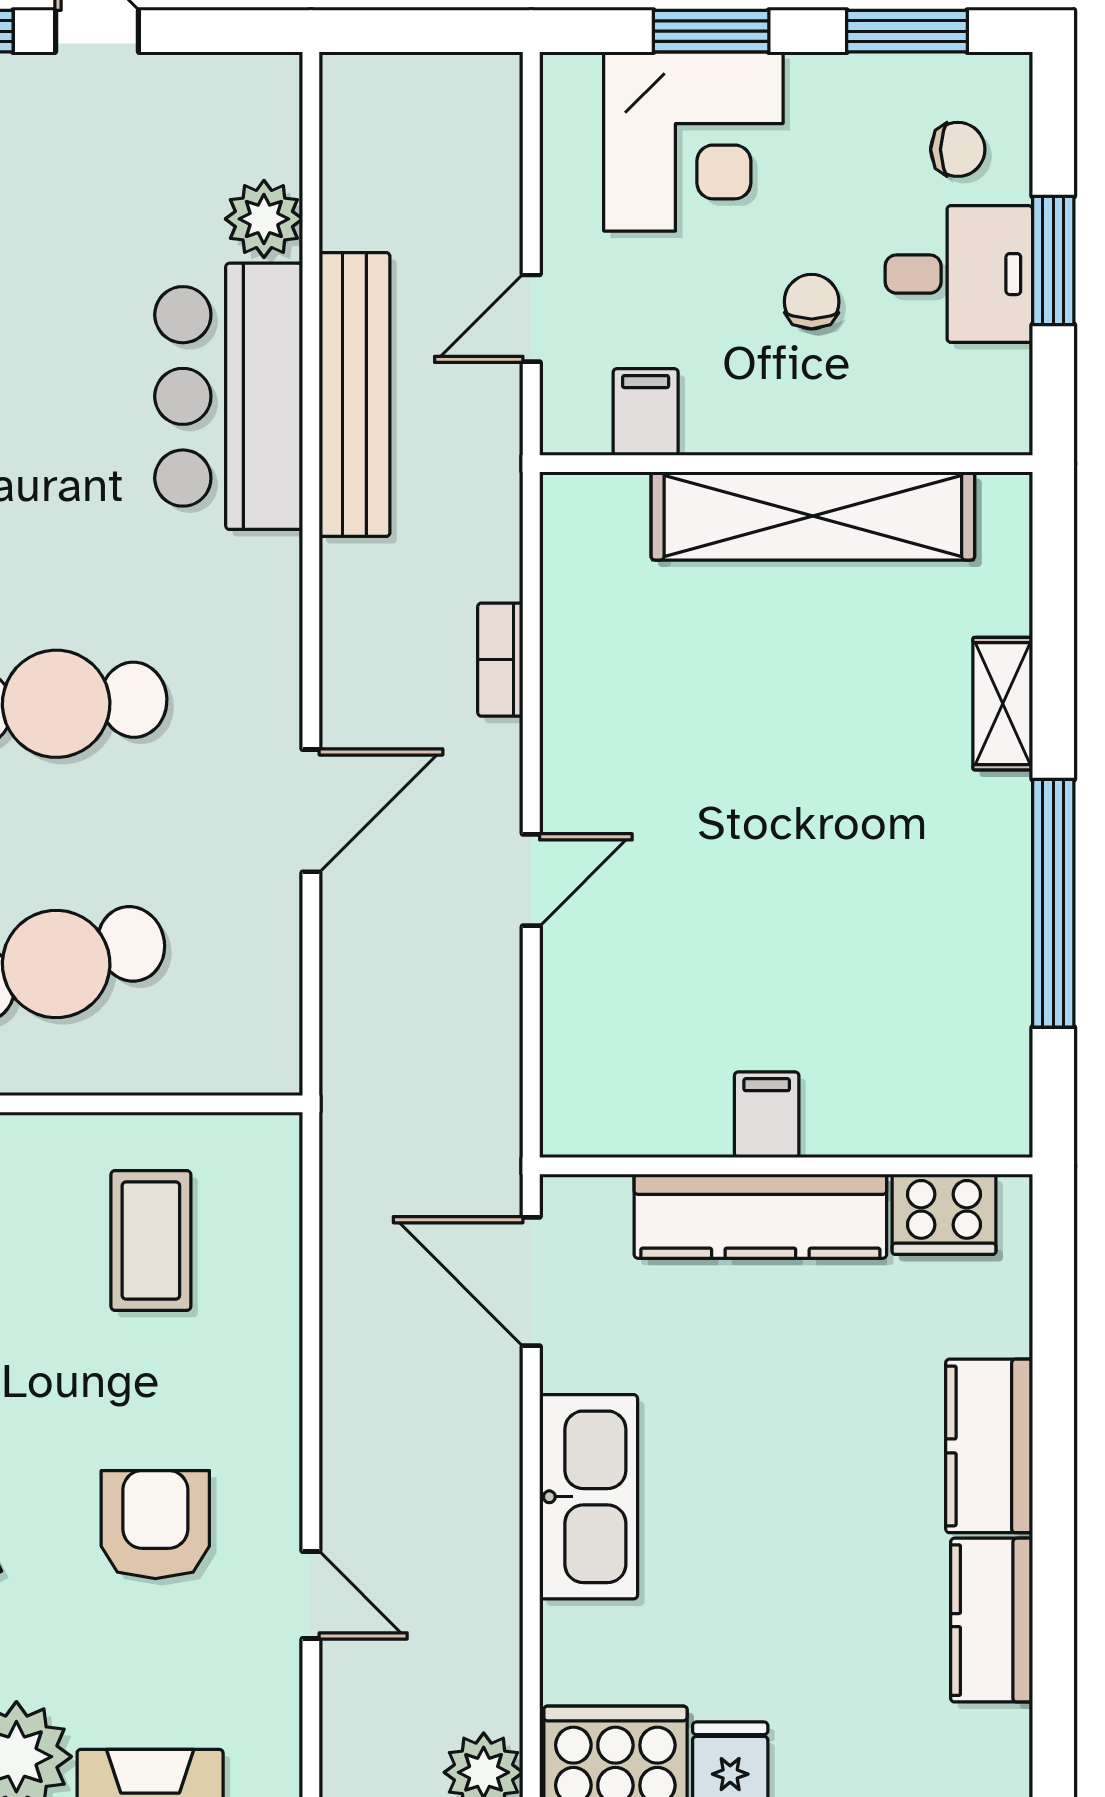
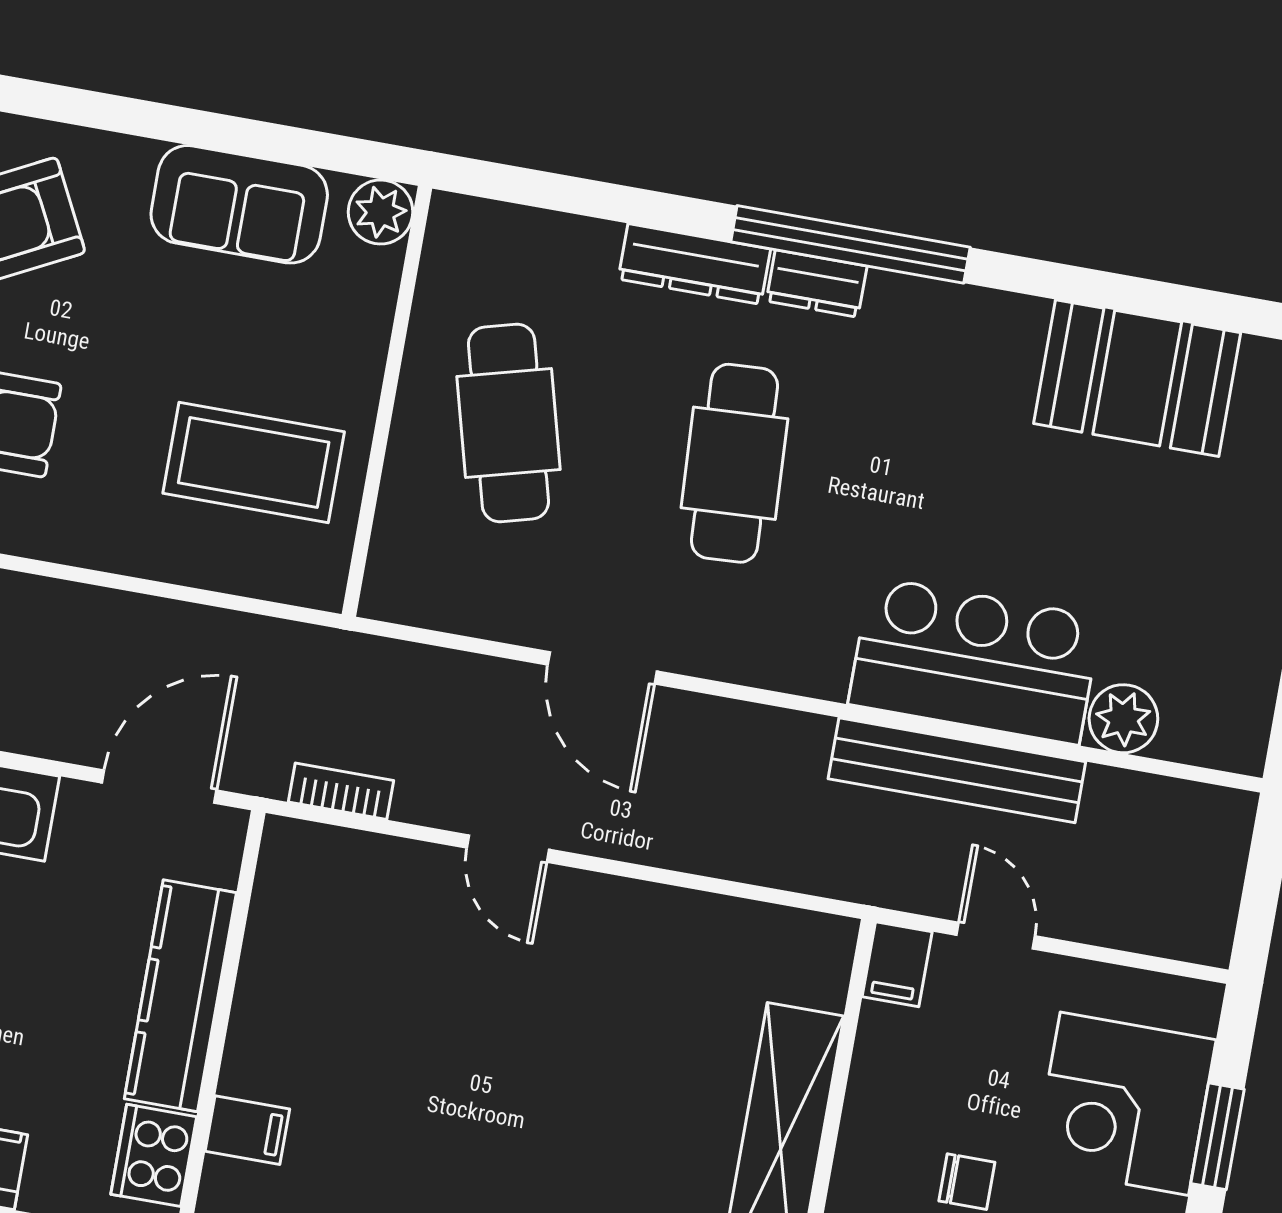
filing cabinet: (646, 412) -> (897, 964), moved, turned 90
bookcase: (500, 660) -> (341, 791), moved
filing cabinet: (767, 1115) -> (247, 1130), moved
coffee table: (151, 1241) -> (254, 463), width x1.36, depth x1.32

